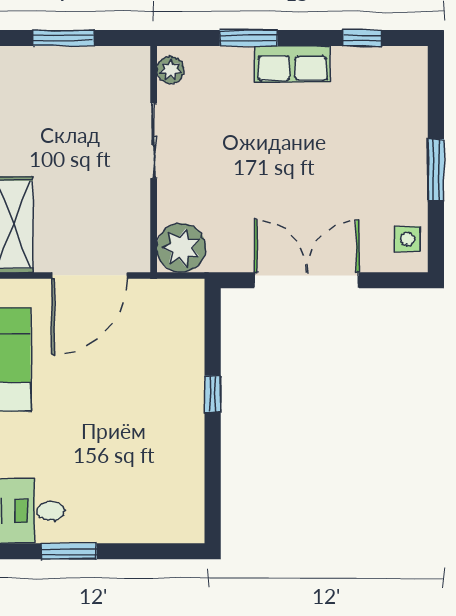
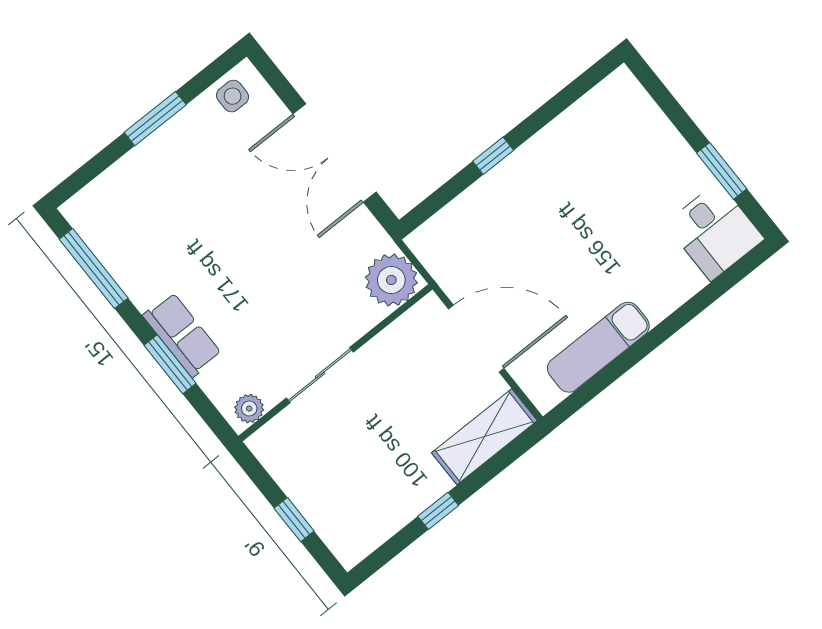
window: (64, 38) -> (294, 520), width x0.67
window: (363, 38) -> (94, 269), width x2.17
row of seats: (292, 64) -> (182, 335), moved

